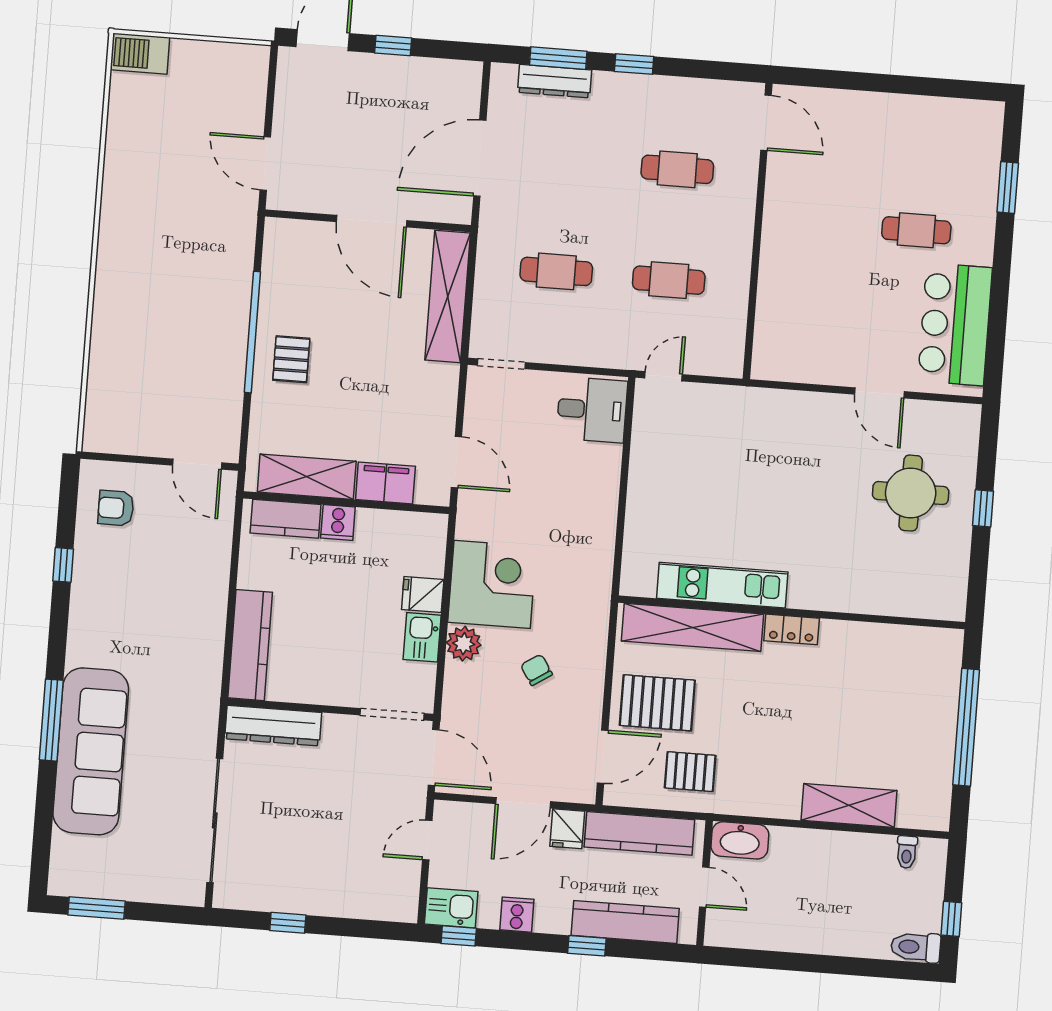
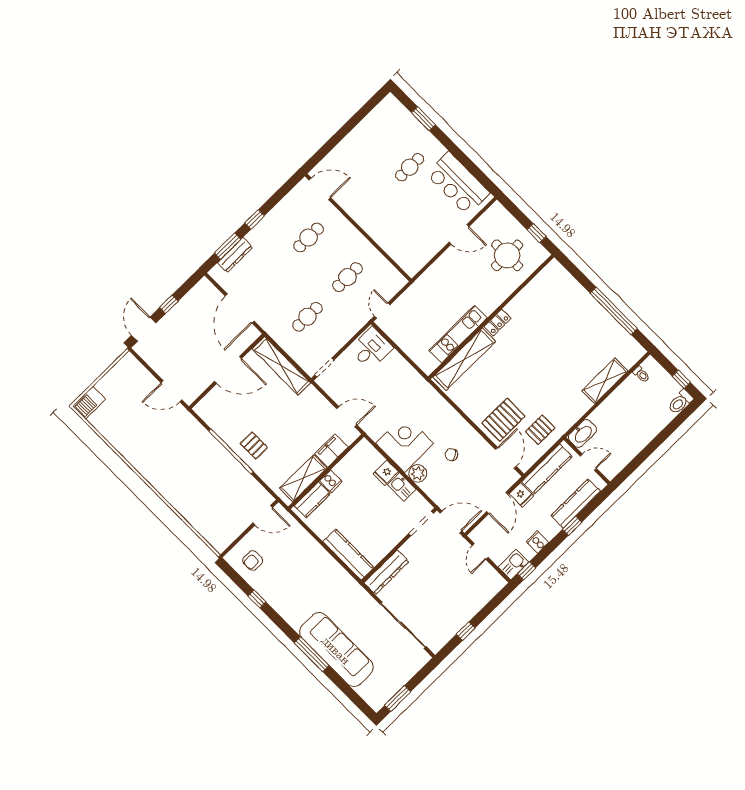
kitchen unit: (722, 585) -> (458, 334), moved
wall: (792, 612) -> (491, 317), moved
shelving: (693, 627) -> (464, 359), moved
locker: (792, 629) -> (497, 322), moved

